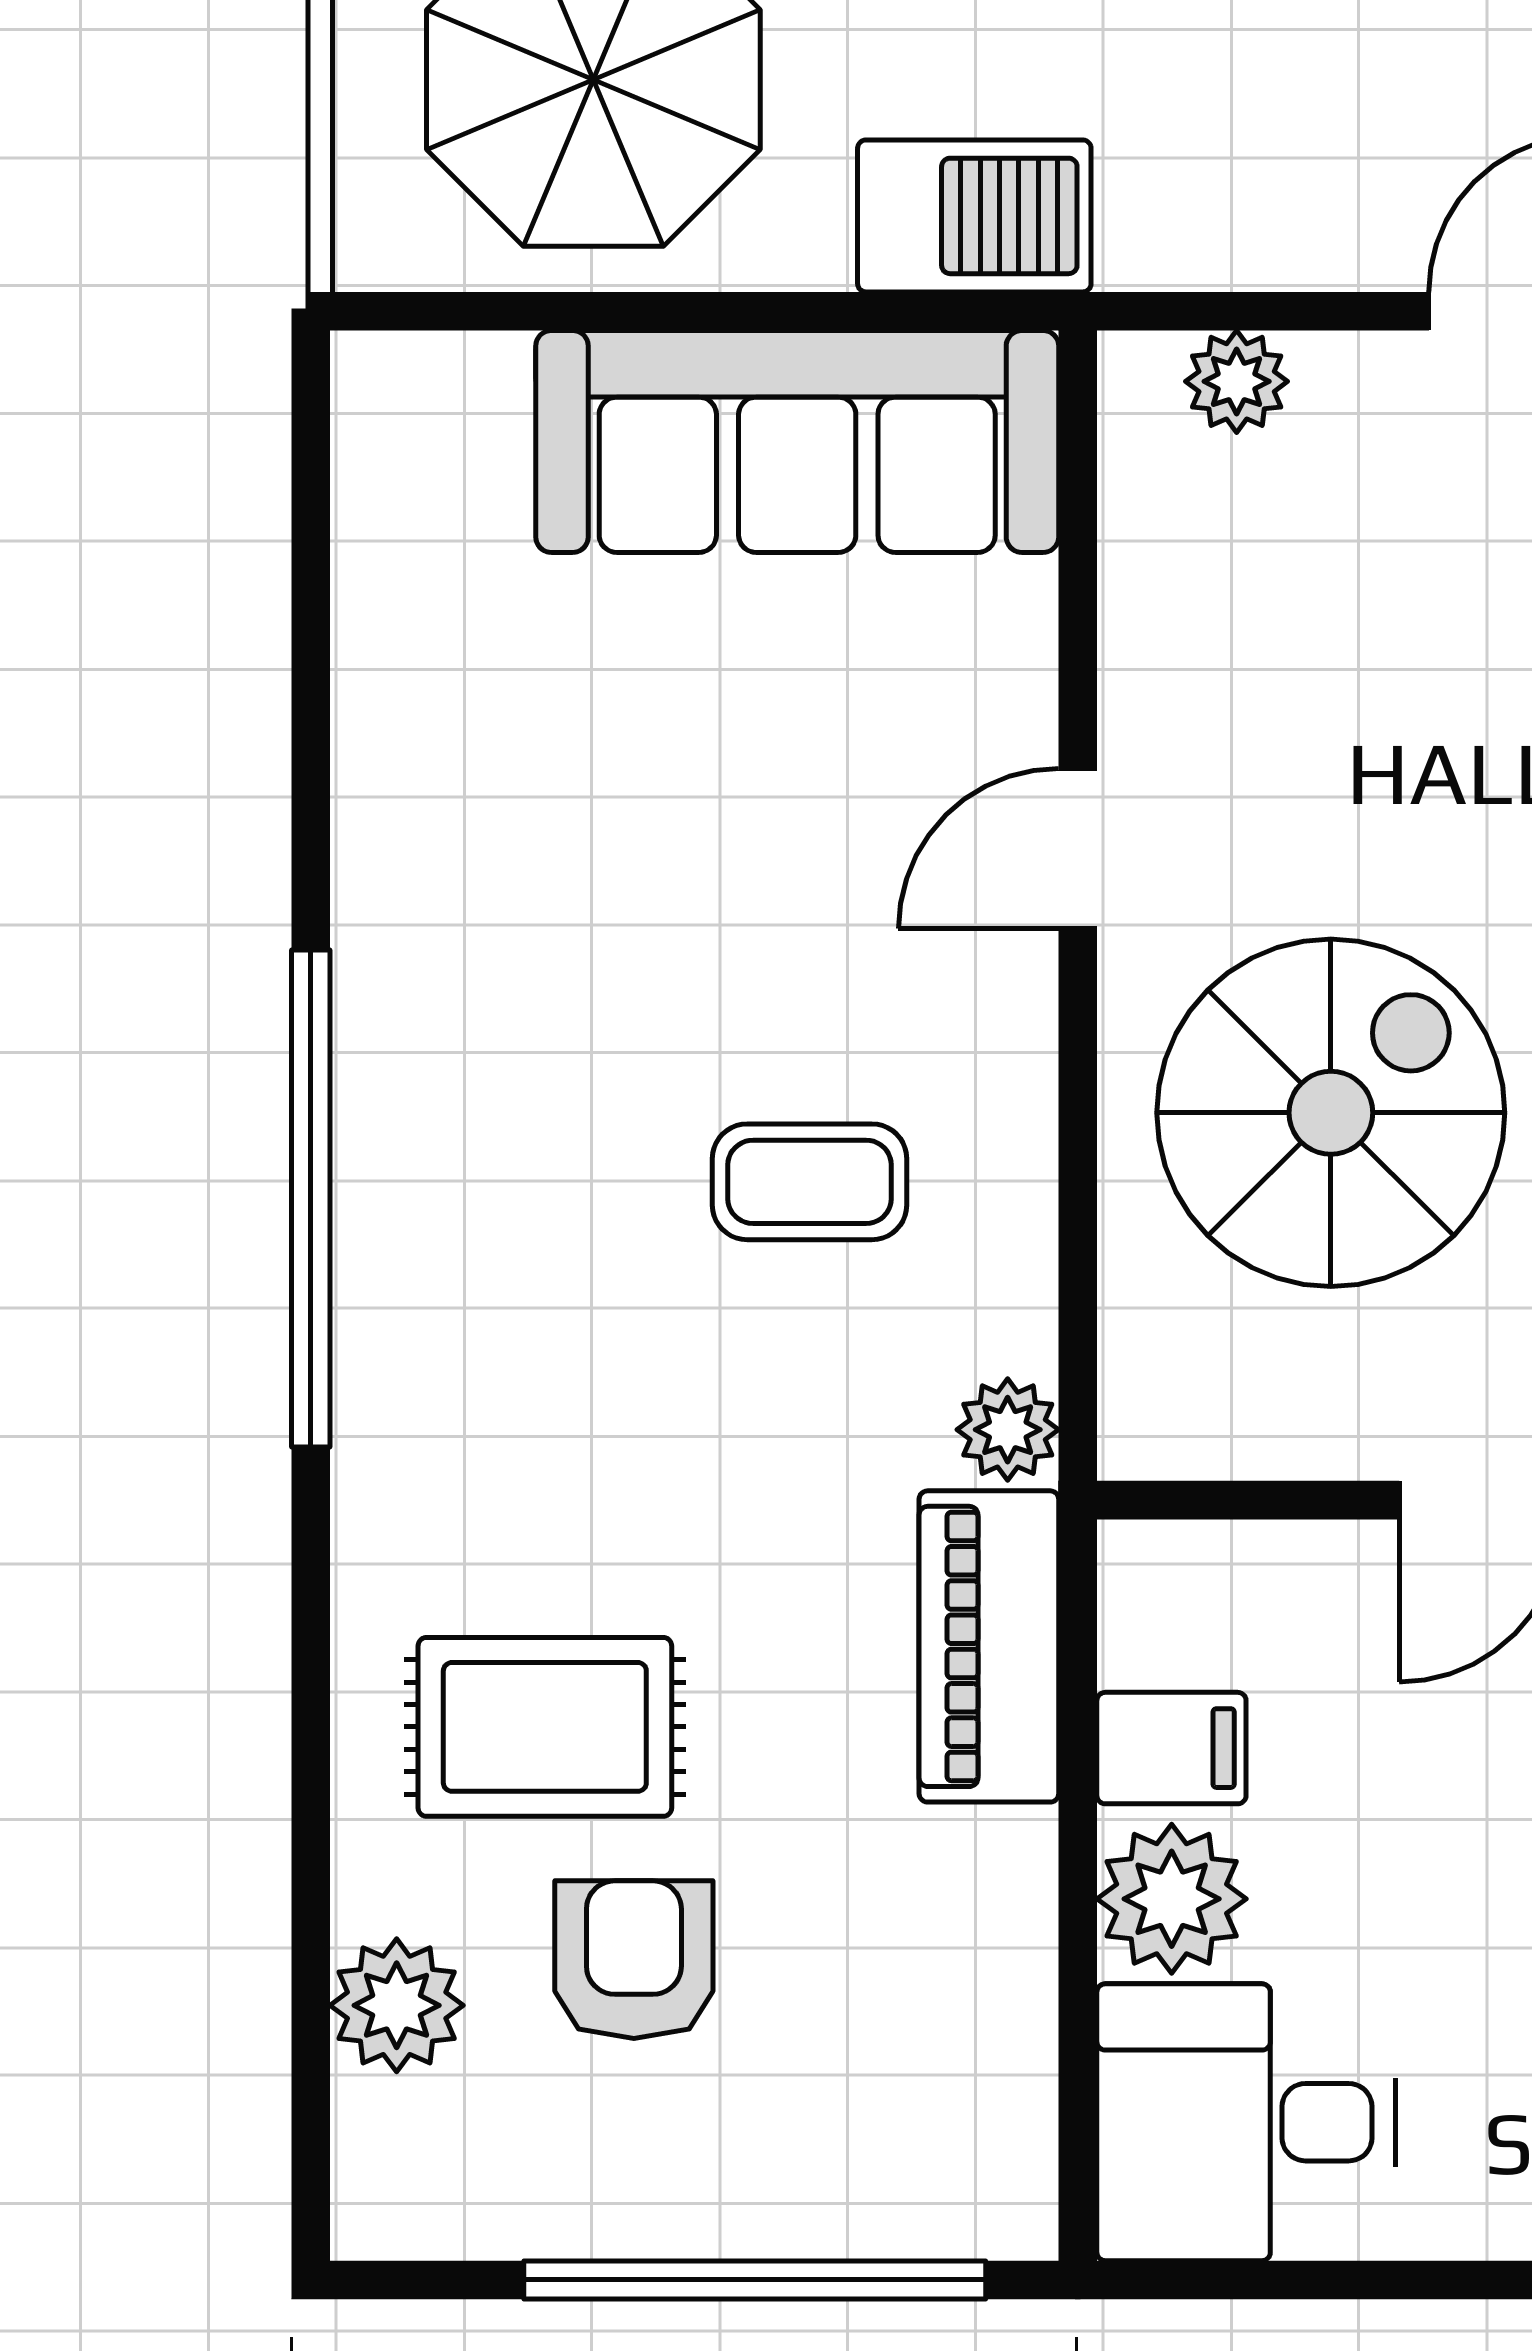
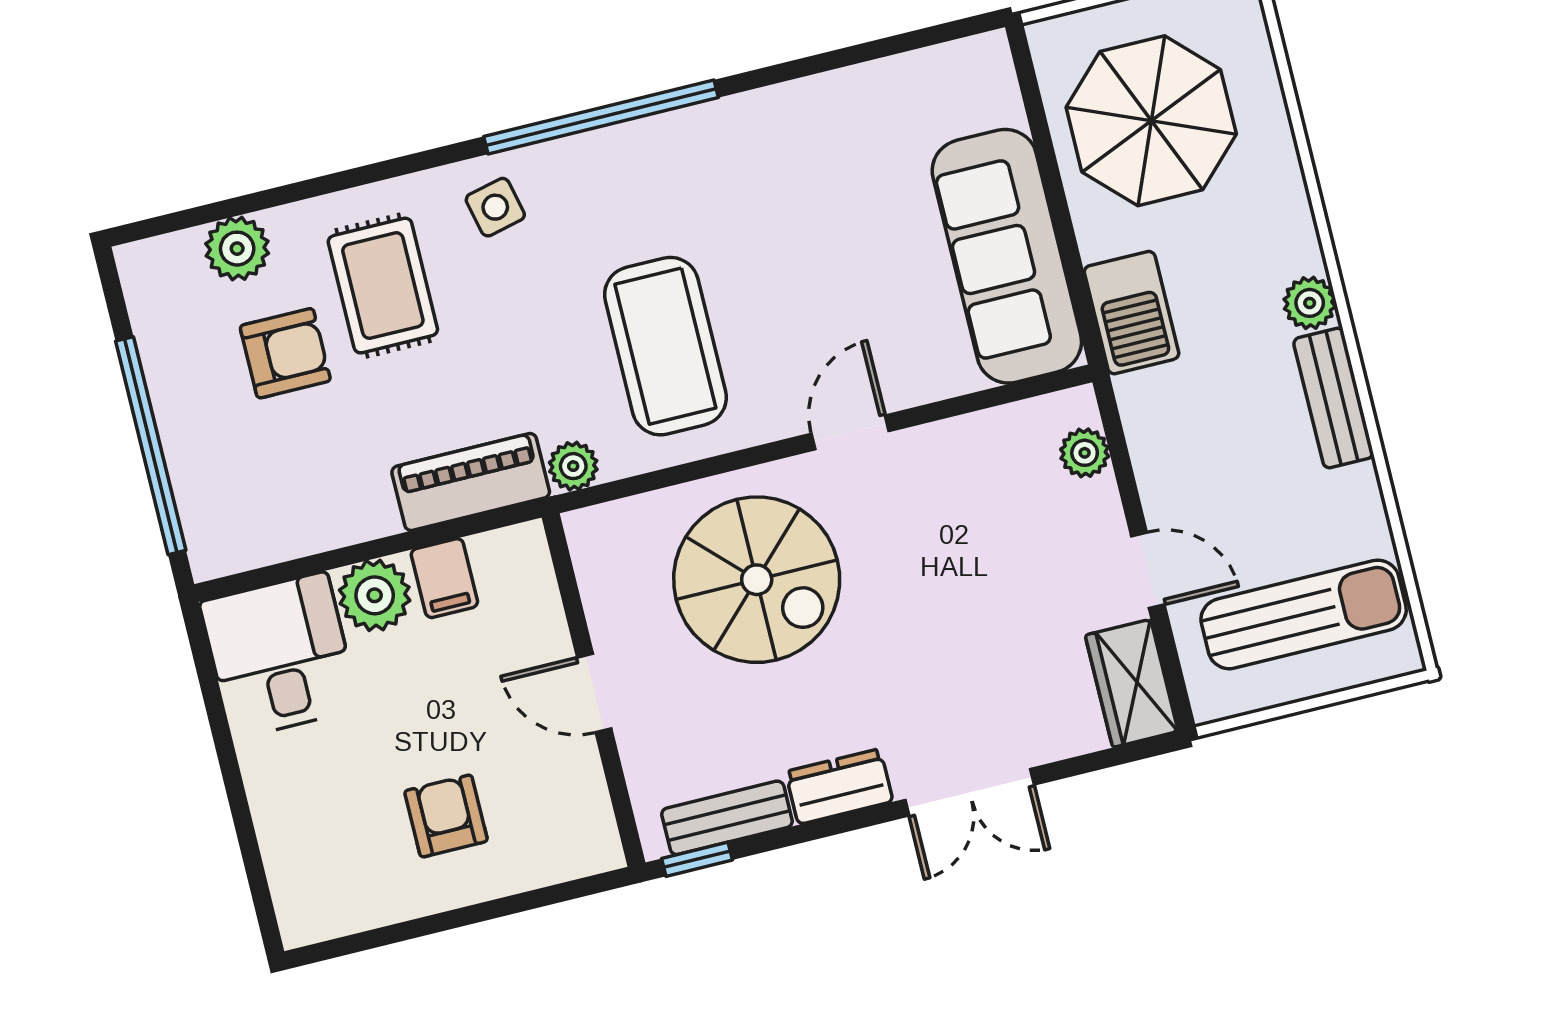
door: (1078, 849) -> (850, 432), hinge flipped
coffee table: (810, 1182) -> (665, 346), width x1.86, depth x1.72
side table: (441, 1459) -> (495, 207), added

